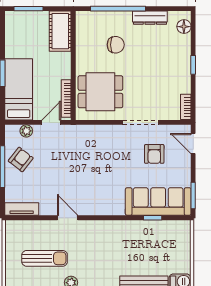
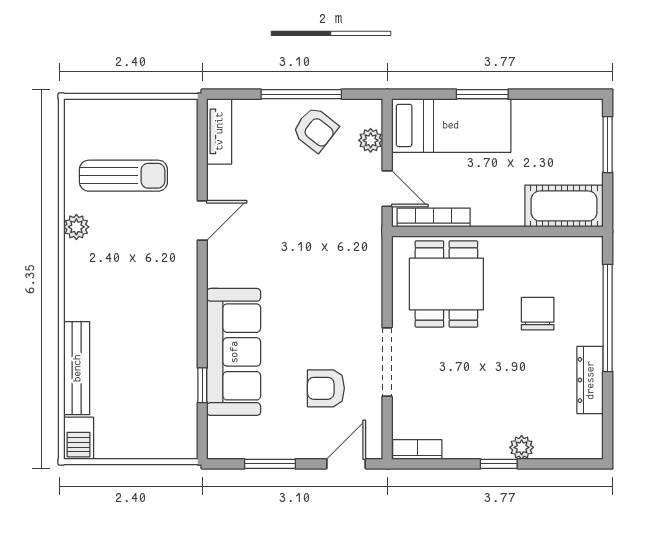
floor lamp: (184, 27) -> (573, 446), removed
chair: (116, 45) -> (538, 314), turned 180
plant: (185, 53) -> (522, 447), added
window: (193, 195) -> (270, 464), moved
sofa: (158, 202) -> (234, 352), moved
sun lounger: (45, 258) -> (123, 176), turned -90

